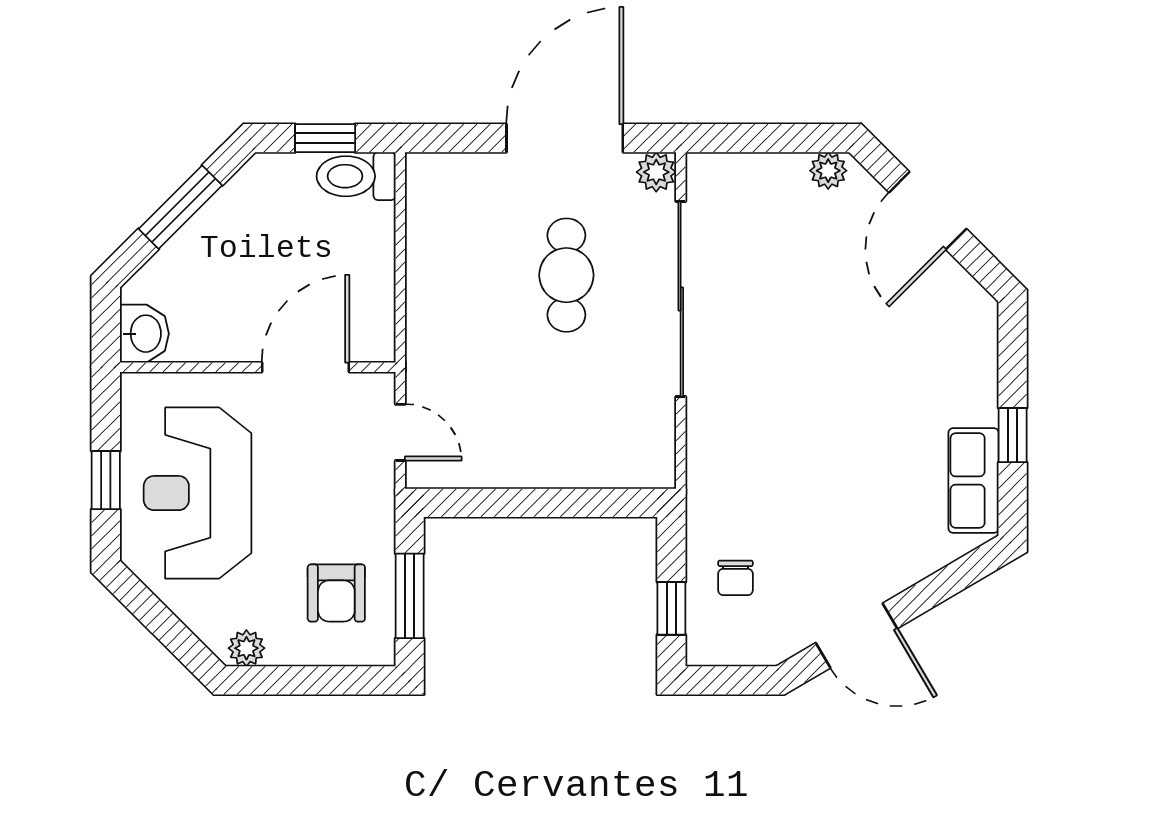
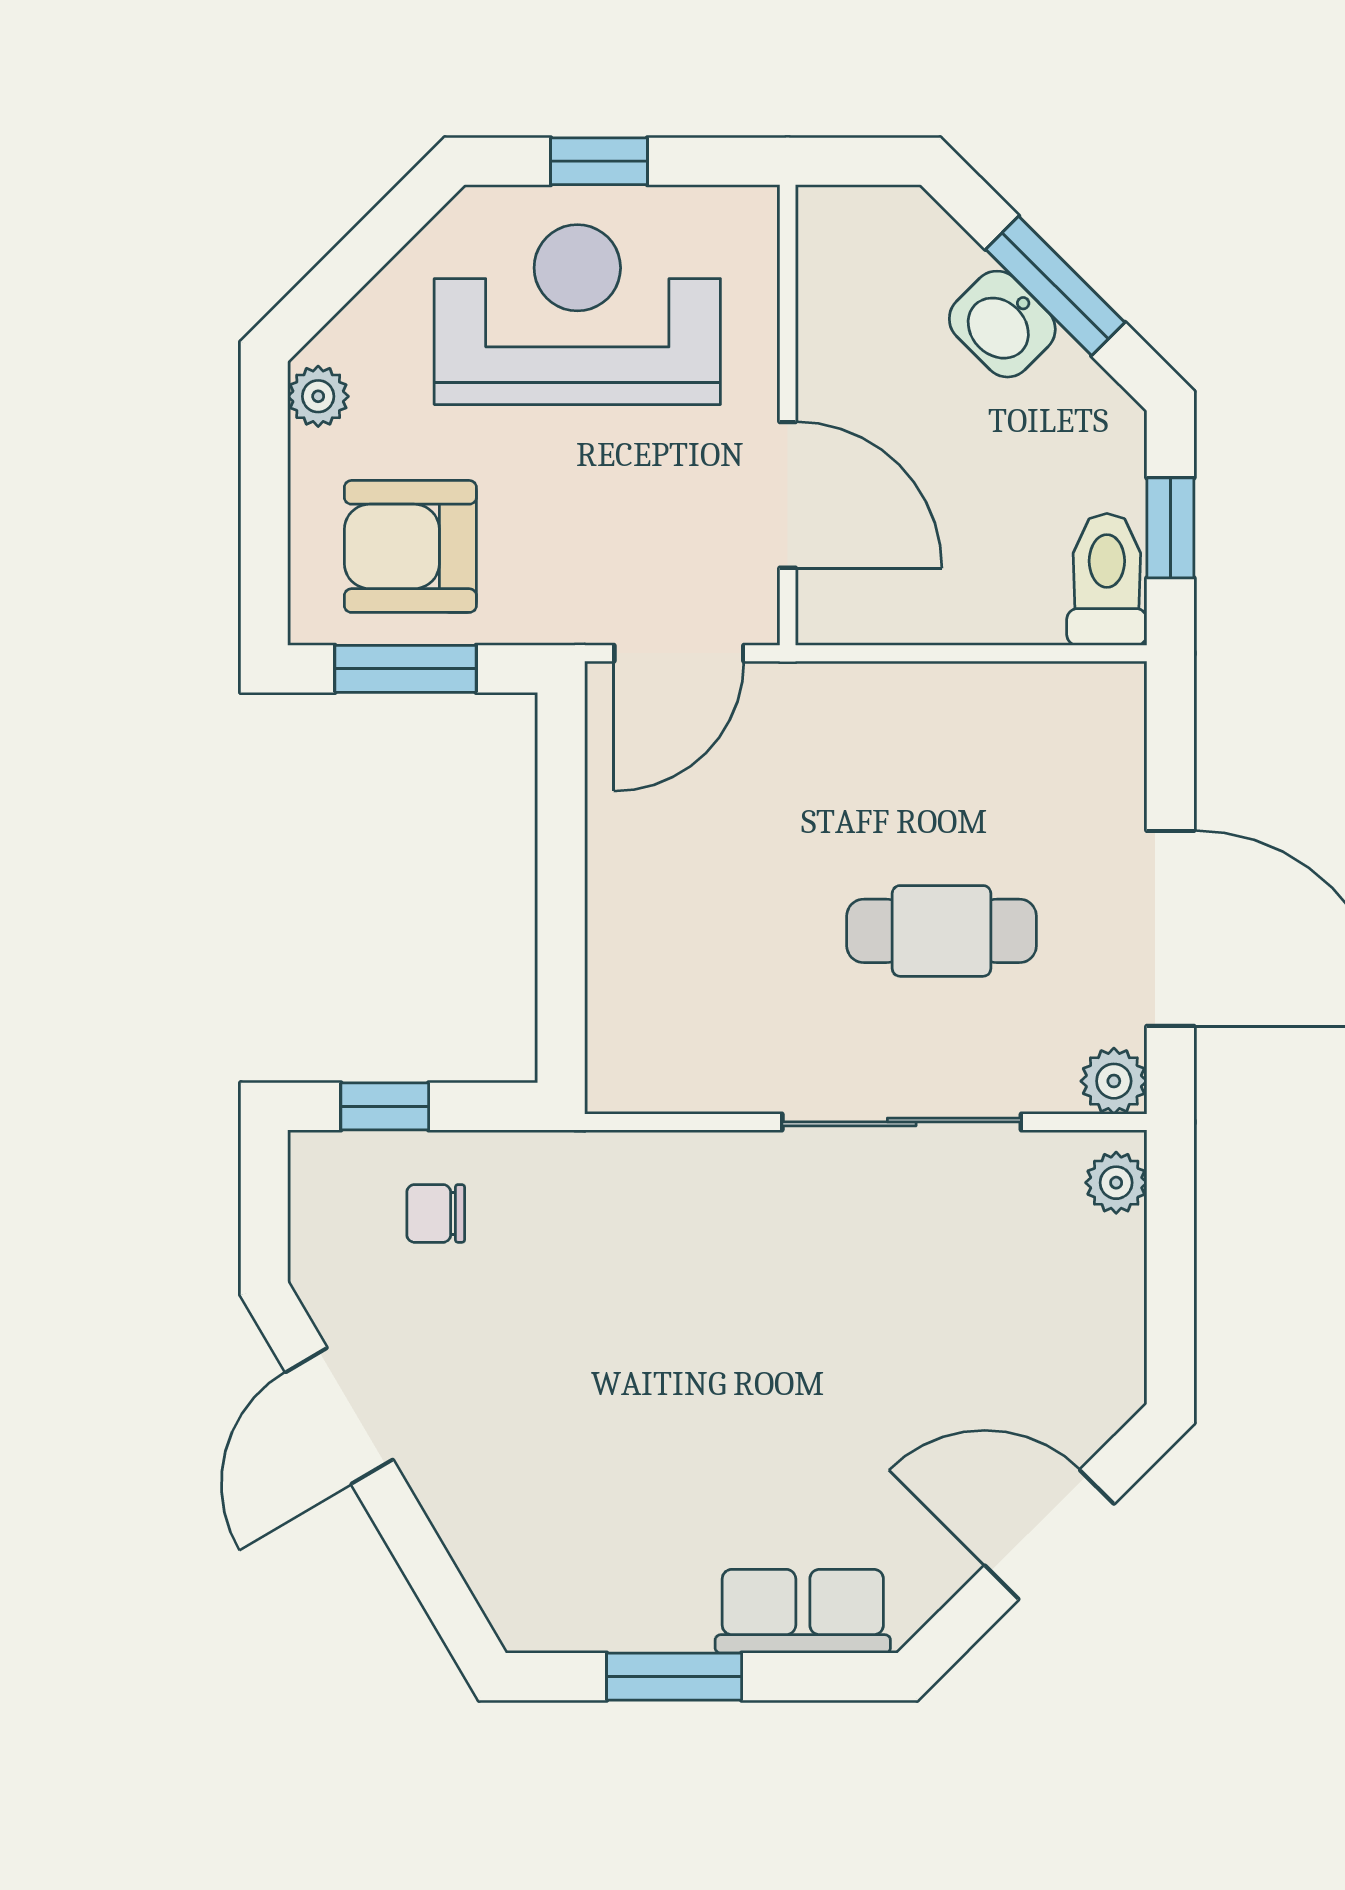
plant: (828, 171) -> (1116, 1183), moved
sliding door: (681, 299) -> (902, 1122), width x0.73
washbasin: (144, 334) -> (1002, 324), moved, turned 45
door: (400, 432) -> (679, 653), width x1.38
window: (1013, 435) -> (674, 1677), width x1.50
row of seats: (974, 480) -> (803, 1611), moved
armchair: (336, 593) -> (410, 546), width x1.38, depth x1.38

